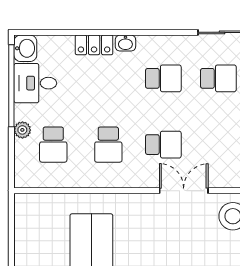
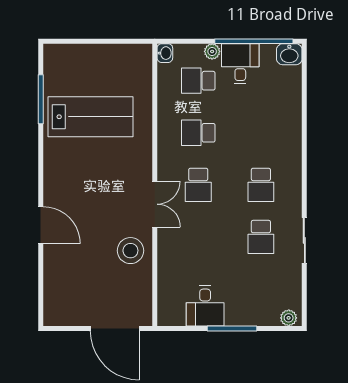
washbasin: (125, 43) -> (165, 53), moved, turned 180
locker: (94, 45) -> (293, 119), removed
desk: (35, 83) -> (240, 64), moved

